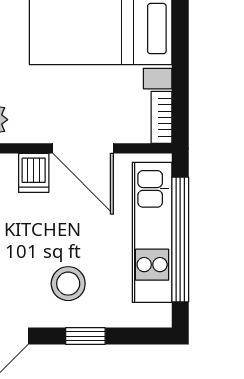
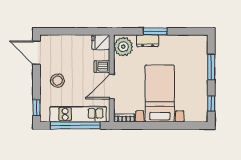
window: (85, 336) -> (36, 108), moved

